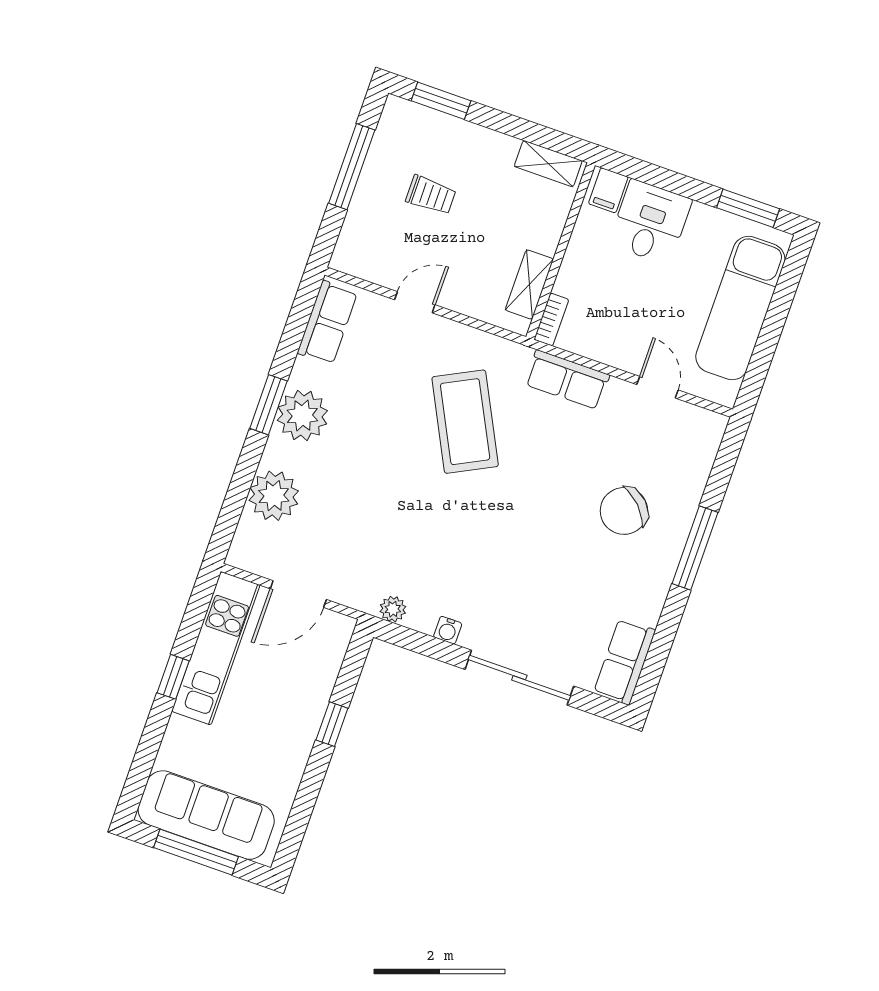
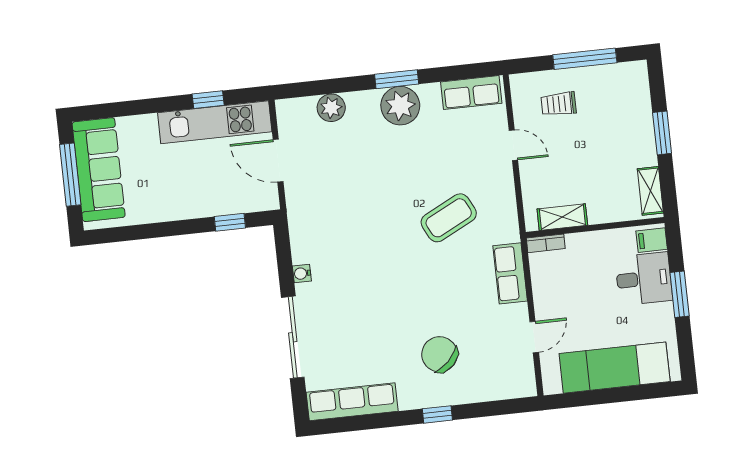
window: (441, 101) -> (662, 133), moved
trolley: (431, 195) -> (559, 104), moved, turned 90
window: (748, 208) -> (680, 294), moved
coffee table: (465, 422) -> (449, 218), width x0.73, depth x0.76
plant: (274, 496) -> (331, 108), width x0.73, depth x0.73
window: (695, 548) -> (437, 414), width x0.46
plant: (393, 609) -> (298, 229), removed
row of seats: (624, 662) -> (352, 402), width x1.48
window: (173, 677) -> (208, 100), moved
window: (332, 724) -> (230, 222), moved

